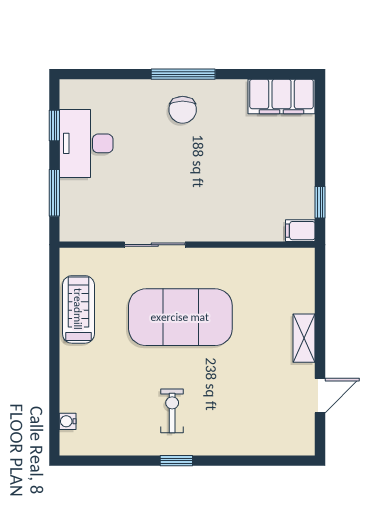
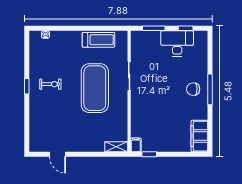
shelving: (304, 338) -> (116, 147), moved

